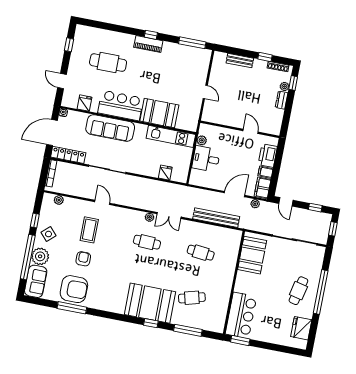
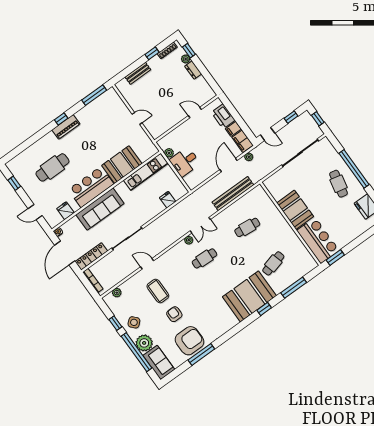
booth: (252, 255) -> (295, 210), moved

